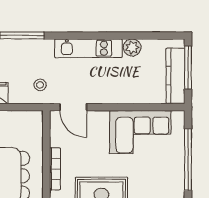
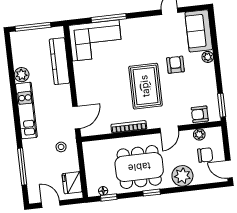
kitchen counter: (175, 76) -> (59, 61), moved, turned 90
corner sofa: (140, 132) -> (96, 40), moved, turned 90
window: (188, 160) -> (109, 18), width x0.68

